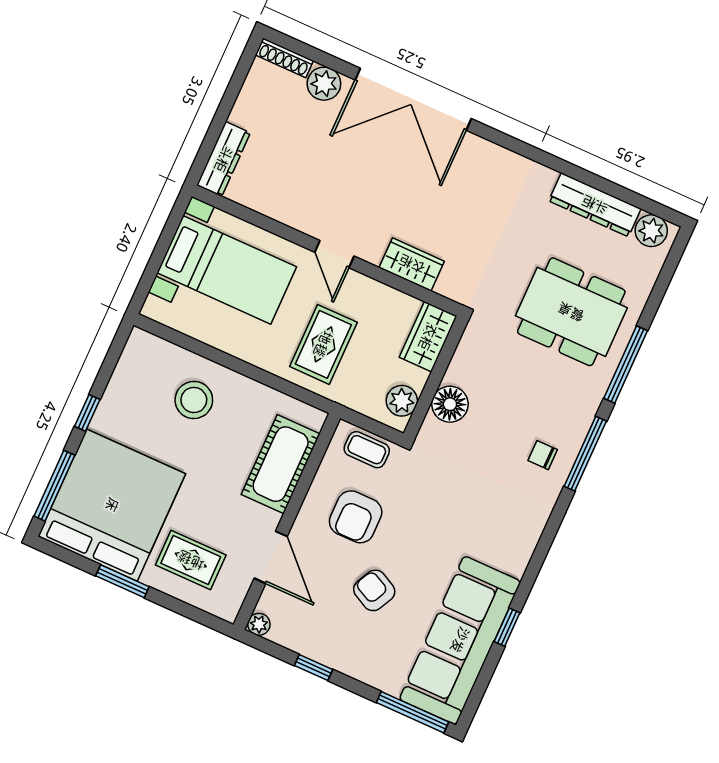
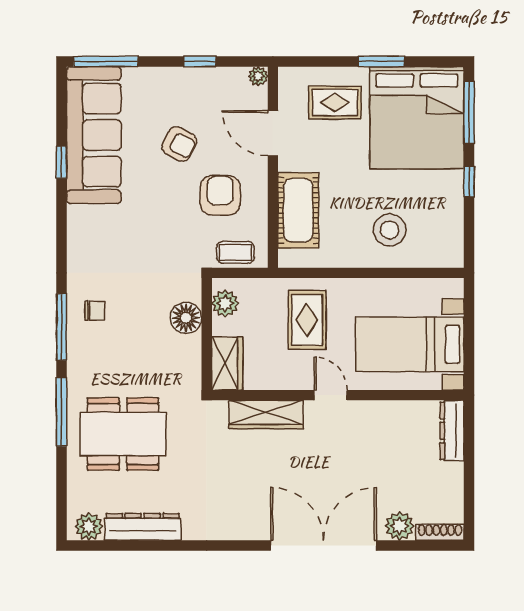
wardrobe: (412, 264) -> (266, 414), width x1.50

